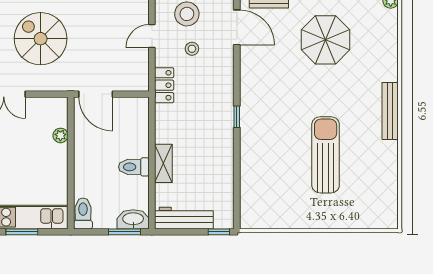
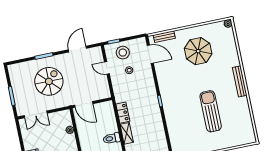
door: (152, 36) -> (107, 68), hinge flipped
spiral stairs: (41, 39) -> (49, 81), turned 90
locker: (164, 85) -> (123, 113), moved

